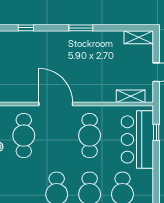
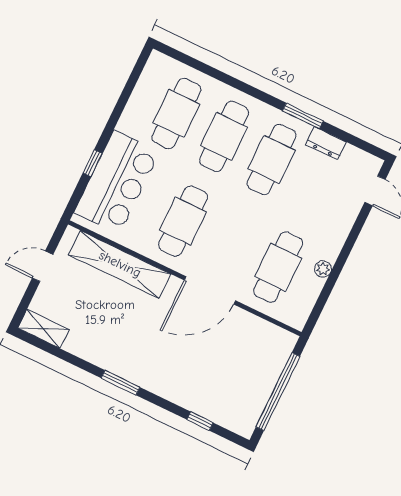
shelving: (131, 96) -> (120, 264), width x2.20, depth x1.33
door: (56, 104) -> (210, 290), hinge flipped
window: (156, 132) -> (93, 163), moved

